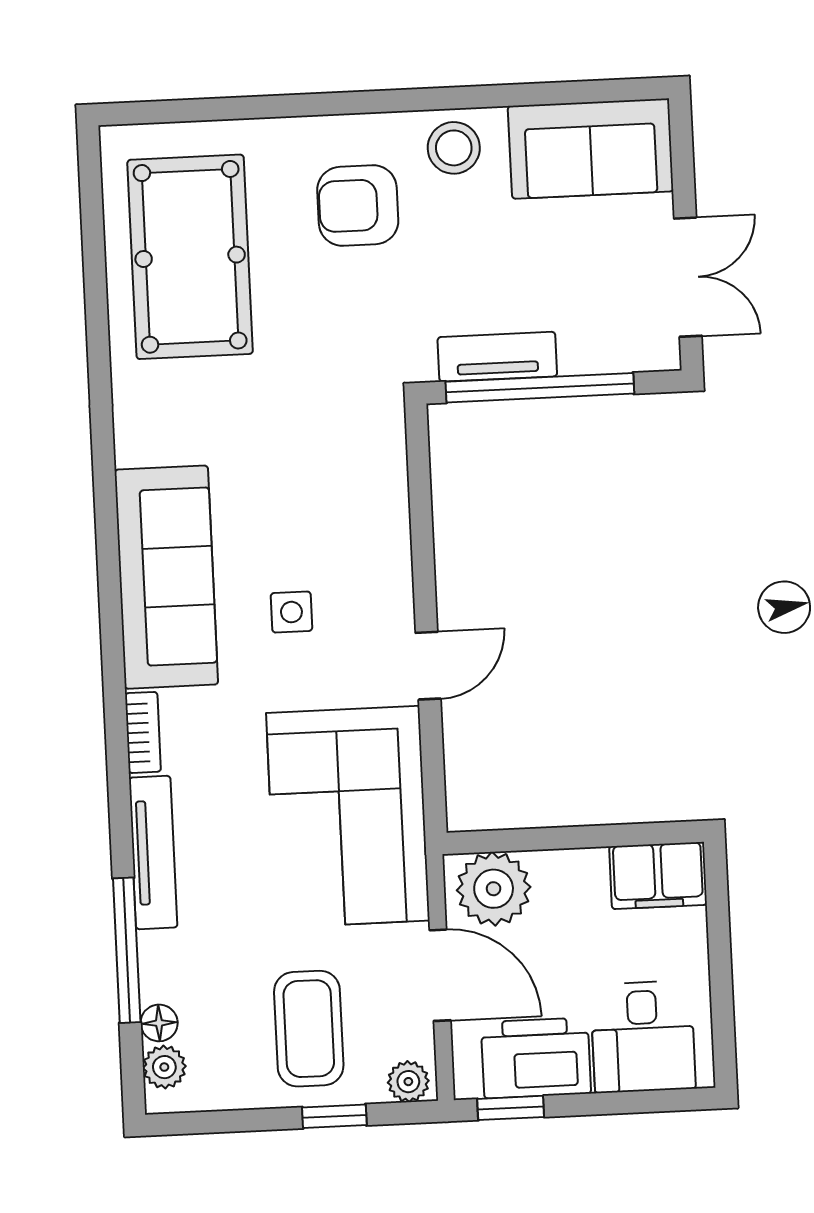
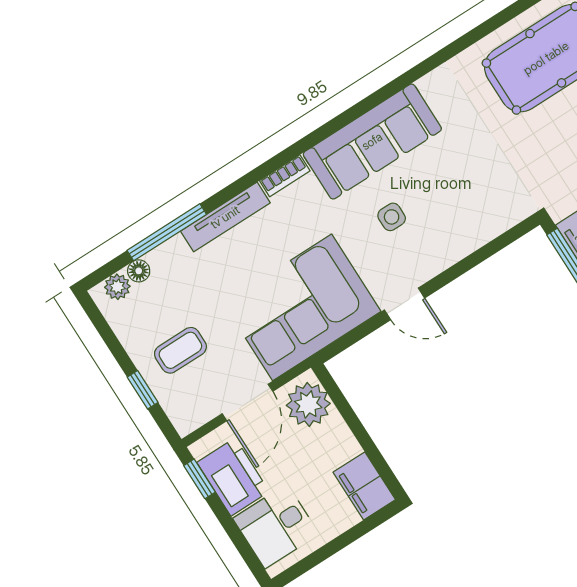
coffee table: (309, 1029) -> (180, 350), width x0.73, depth x0.77
plant: (408, 1082) -> (183, 418), removed

